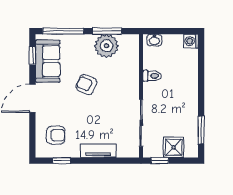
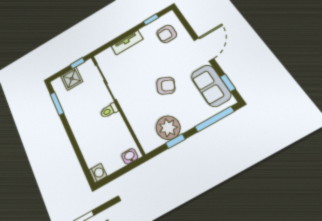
window: (107, 31) -> (175, 141), width x0.67
toilet: (152, 76) -> (109, 111), moved

